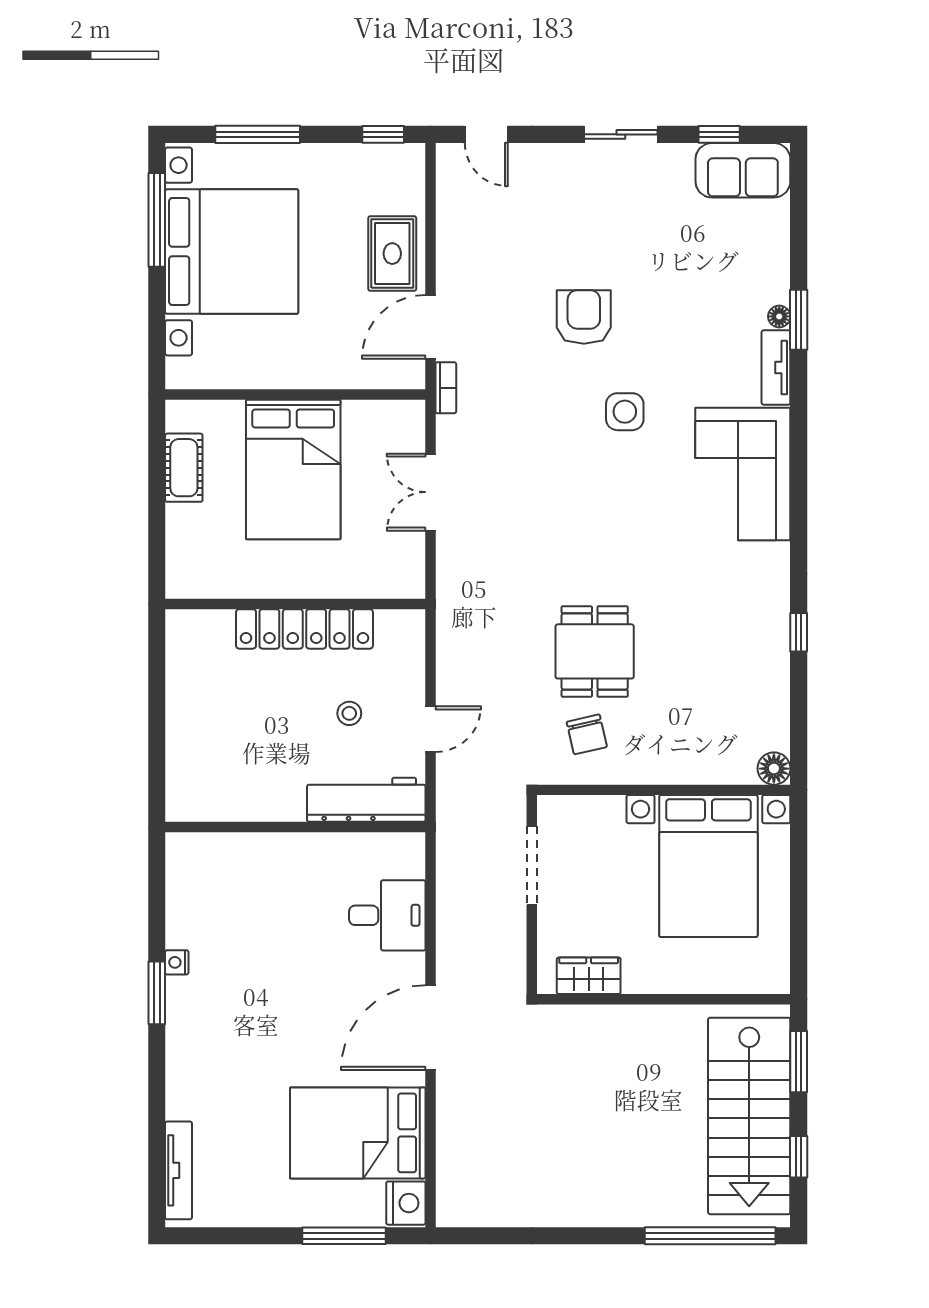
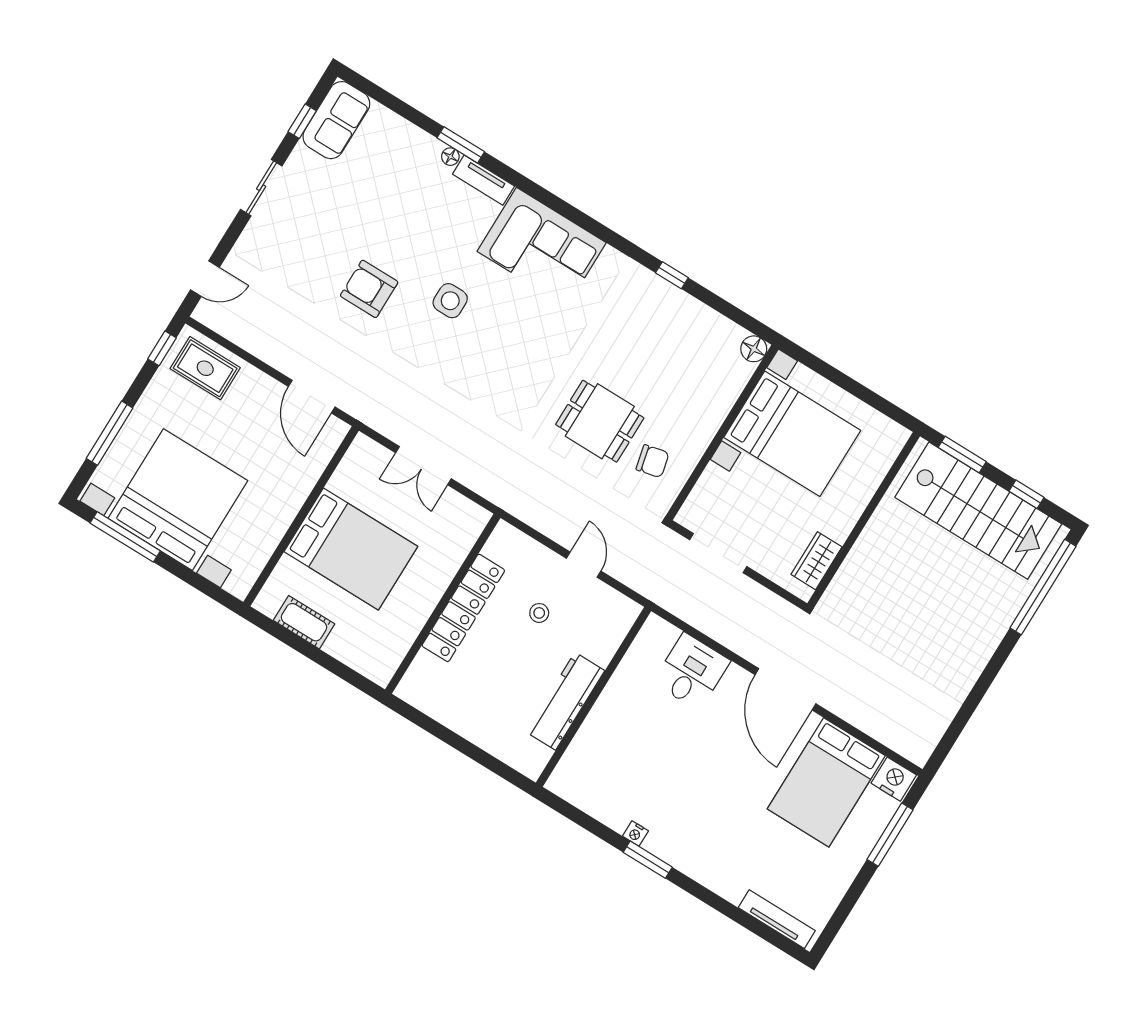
rug: (392, 254) -> (205, 368), moved
bookcase: (446, 388) -> (359, 412), removed
workbench: (366, 800) -> (565, 701), moved

